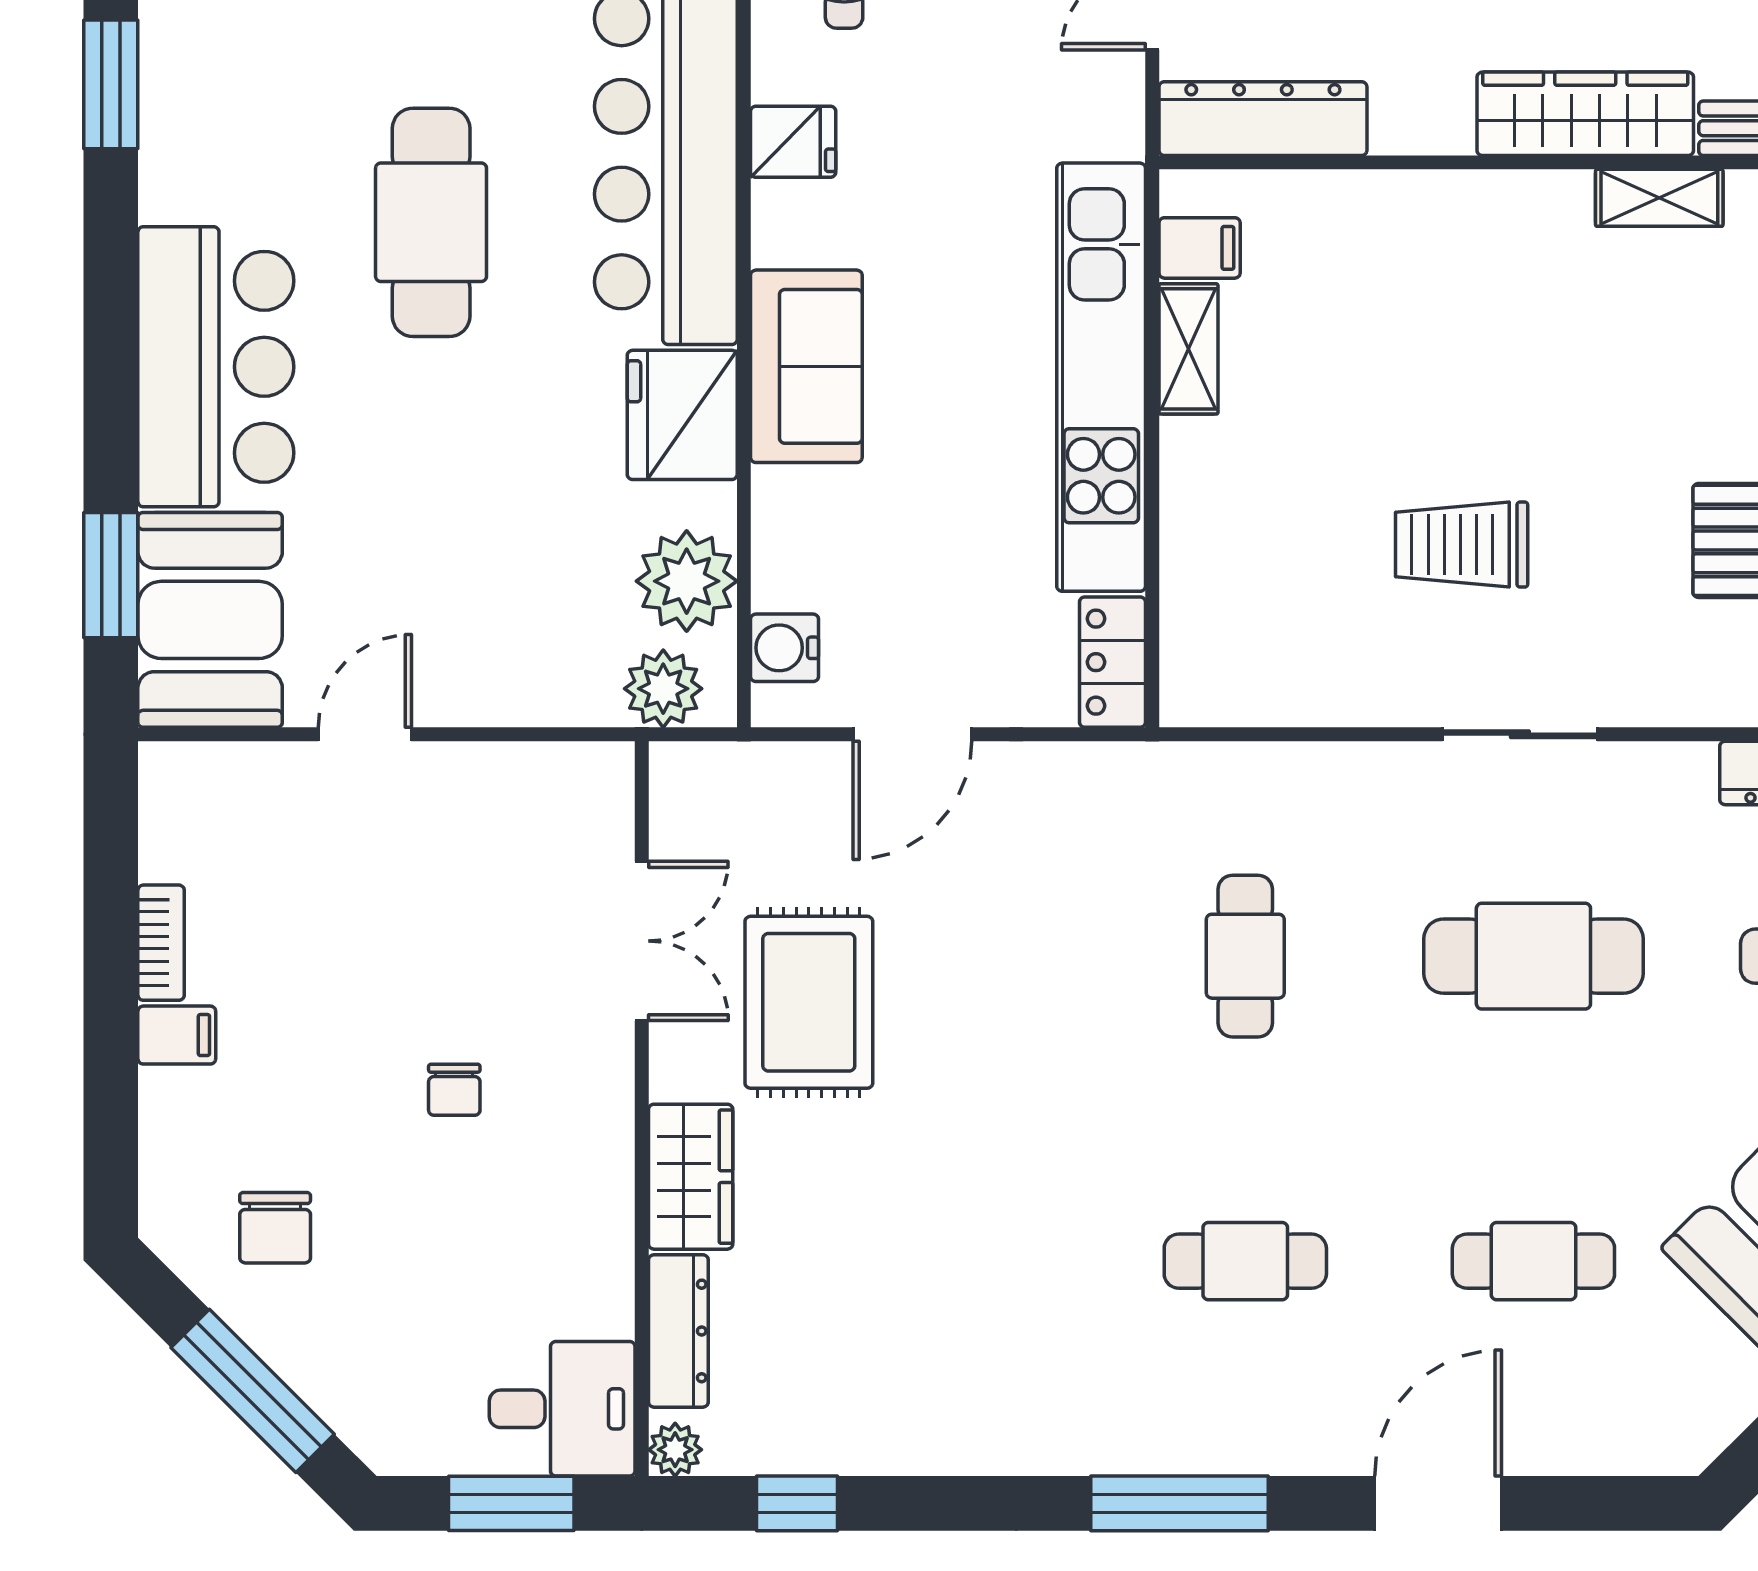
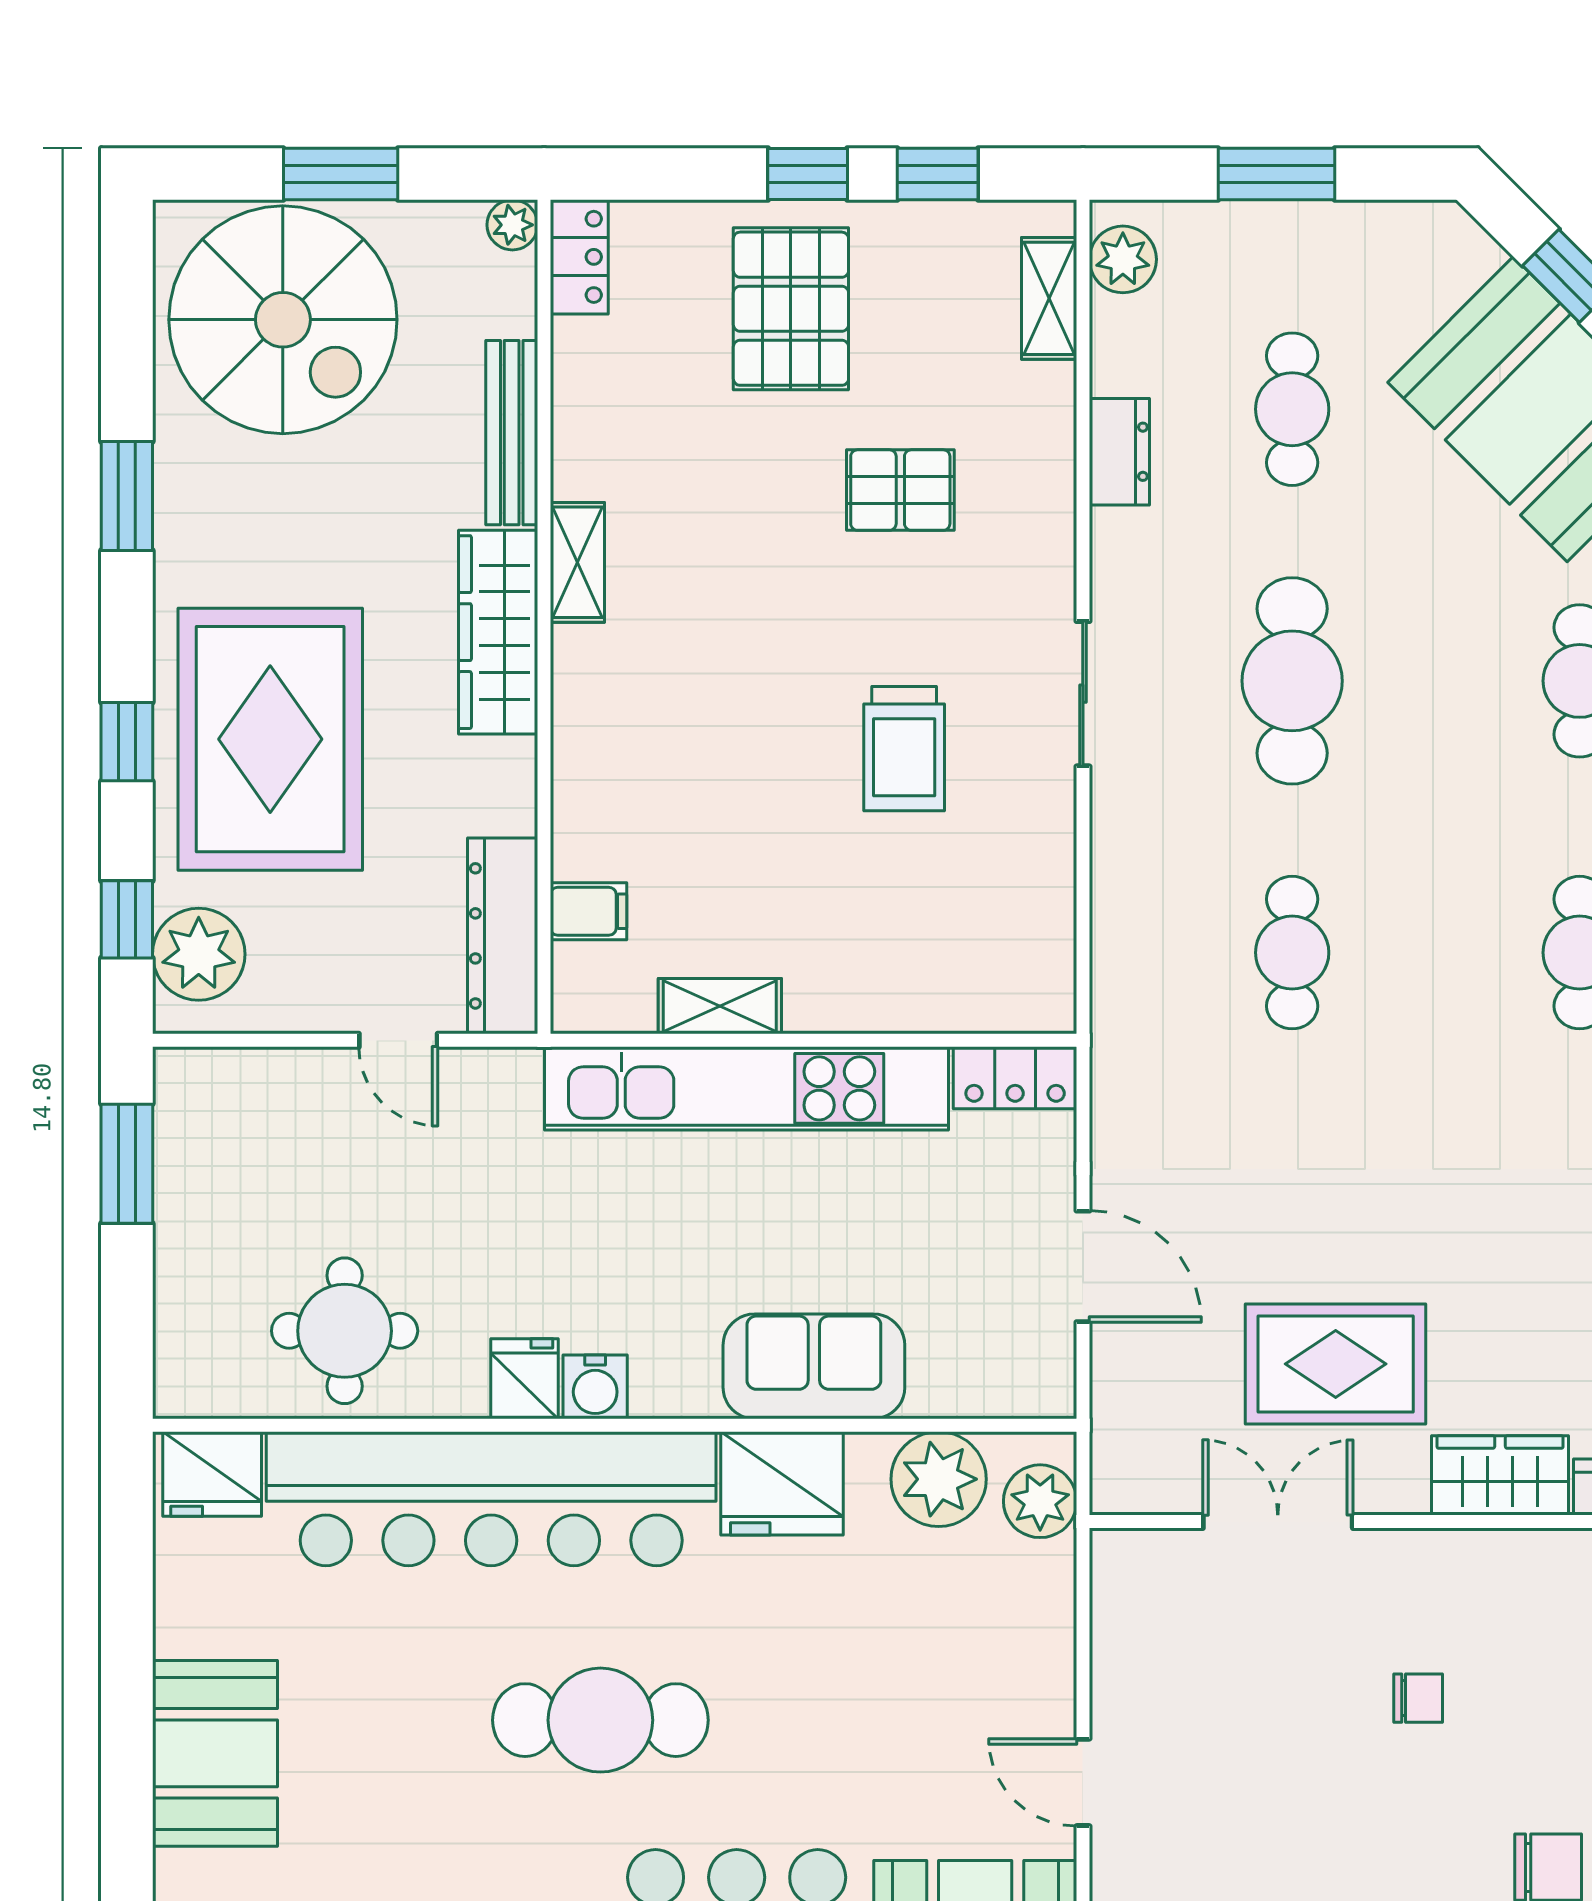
filing cabinet: (1200, 248) -> (589, 911), moved, turned 90
sofa: (806, 366) -> (814, 1366), moved
water cooler: (785, 648) -> (595, 1387), moved
cafe table: (1245, 956) -> (1292, 953), turned 90

